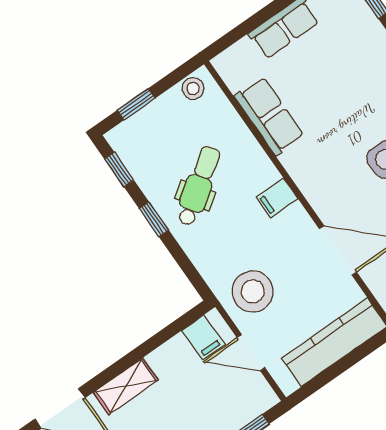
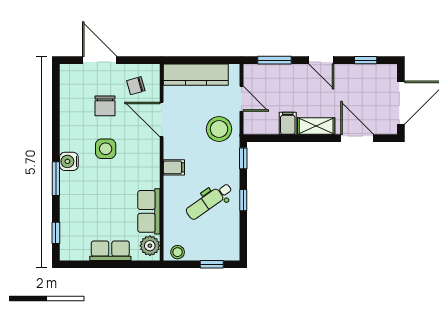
plant: (236, 71) -> (150, 246), added
window: (119, 170) -> (243, 158), moved
filing cabinet: (203, 338) -> (288, 123), moved

